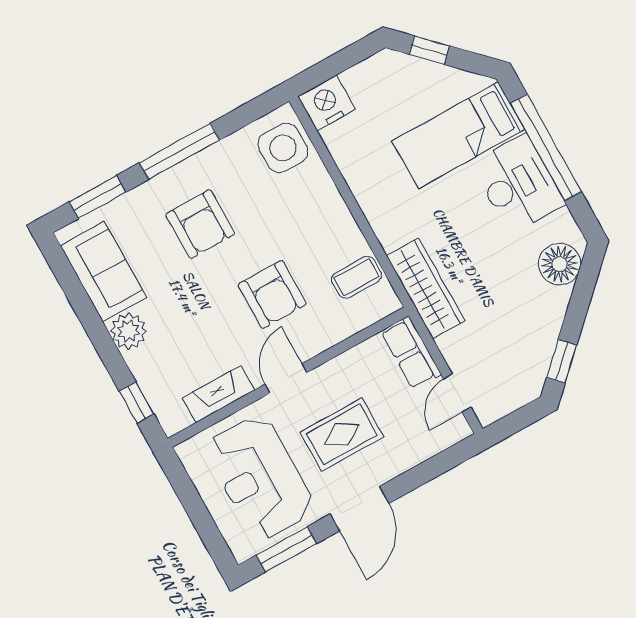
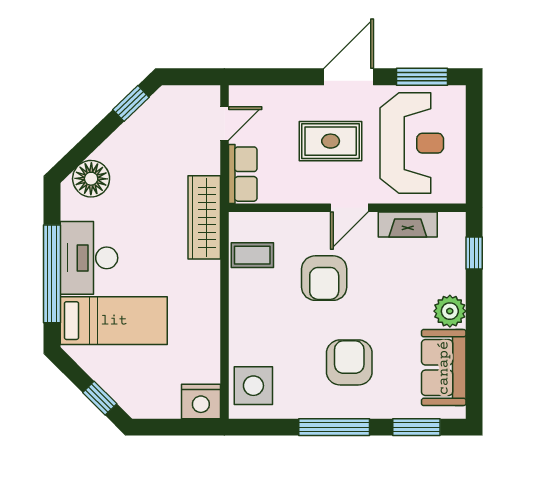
armchair: (272, 294) -> (324, 278), turned 180

